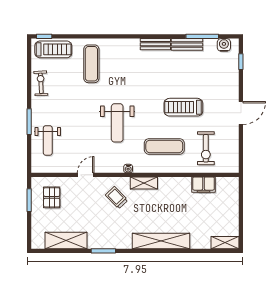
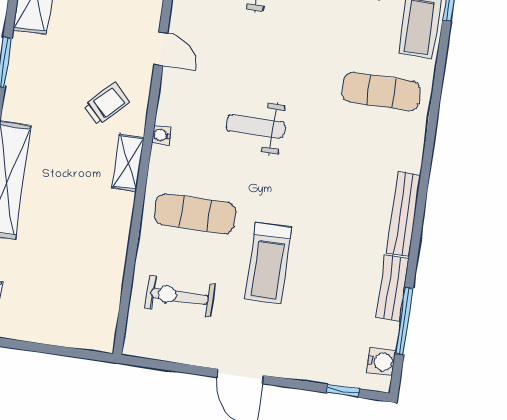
bench: (155, 44) -> (404, 214), width x1.36
treadmill: (183, 107) -> (268, 263), turned 180
weight bench: (117, 123) -> (256, 126), width x0.73, depth x0.75
exercise mat: (164, 146) -> (195, 214), turned 90
filing cabinet: (204, 185) -> (108, 281), removed

